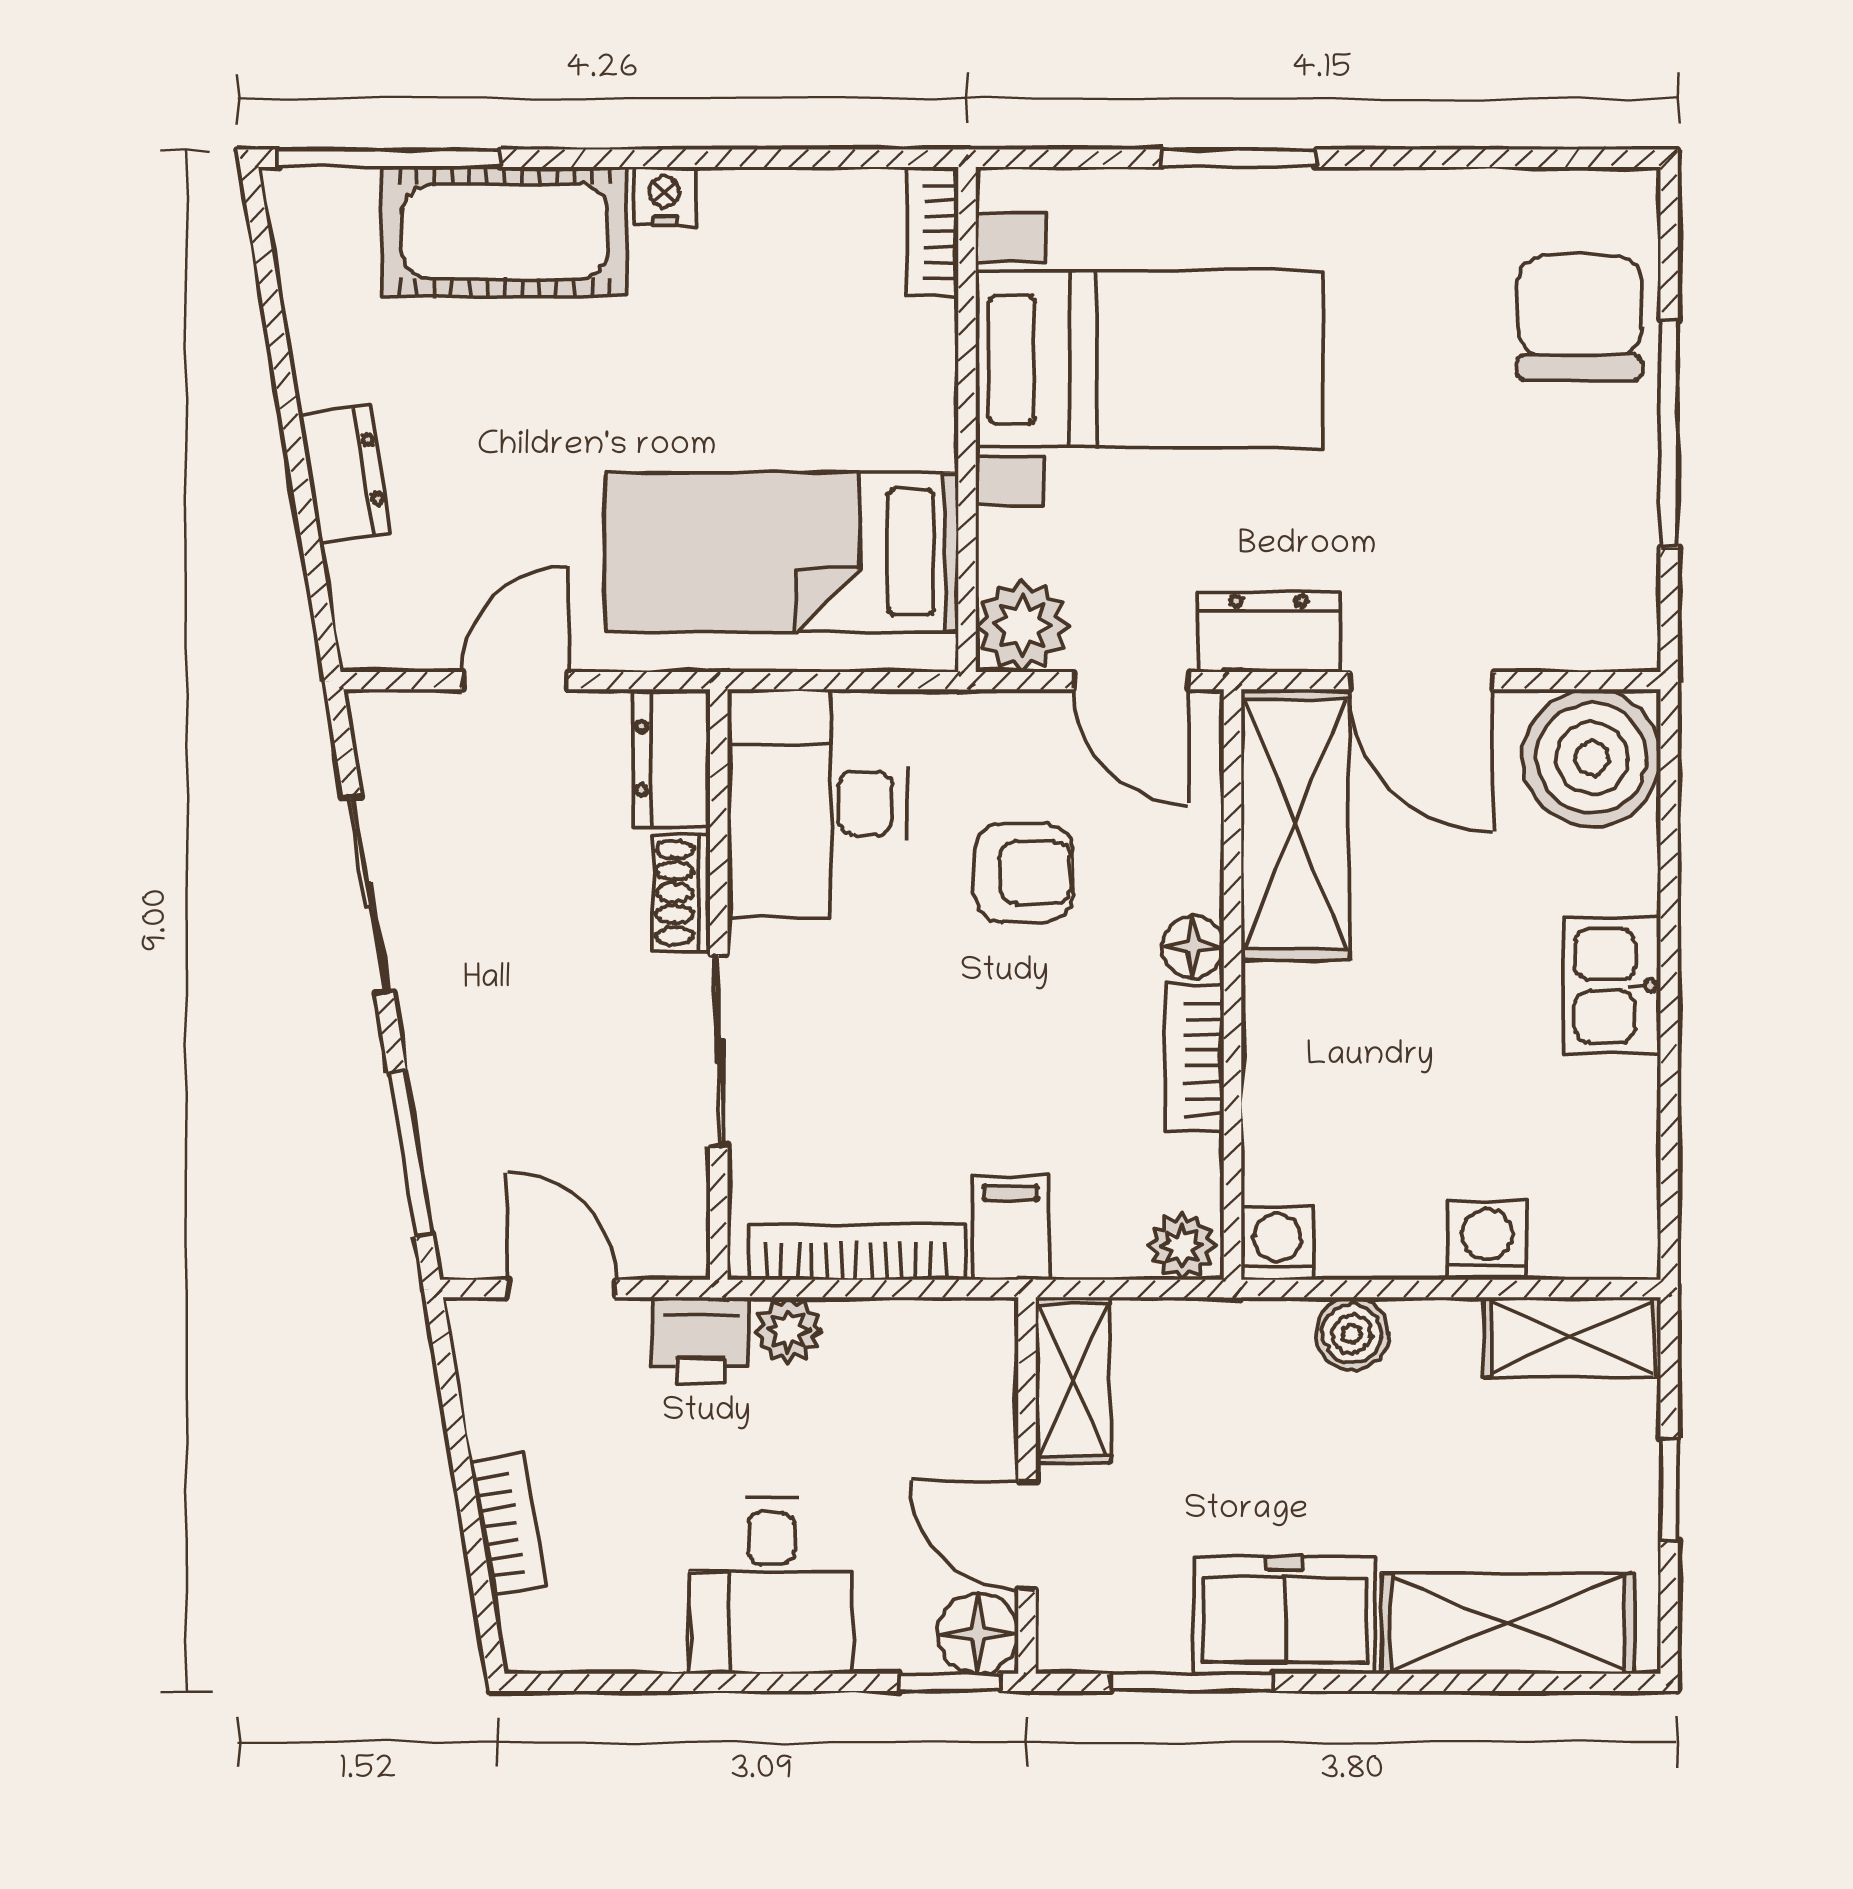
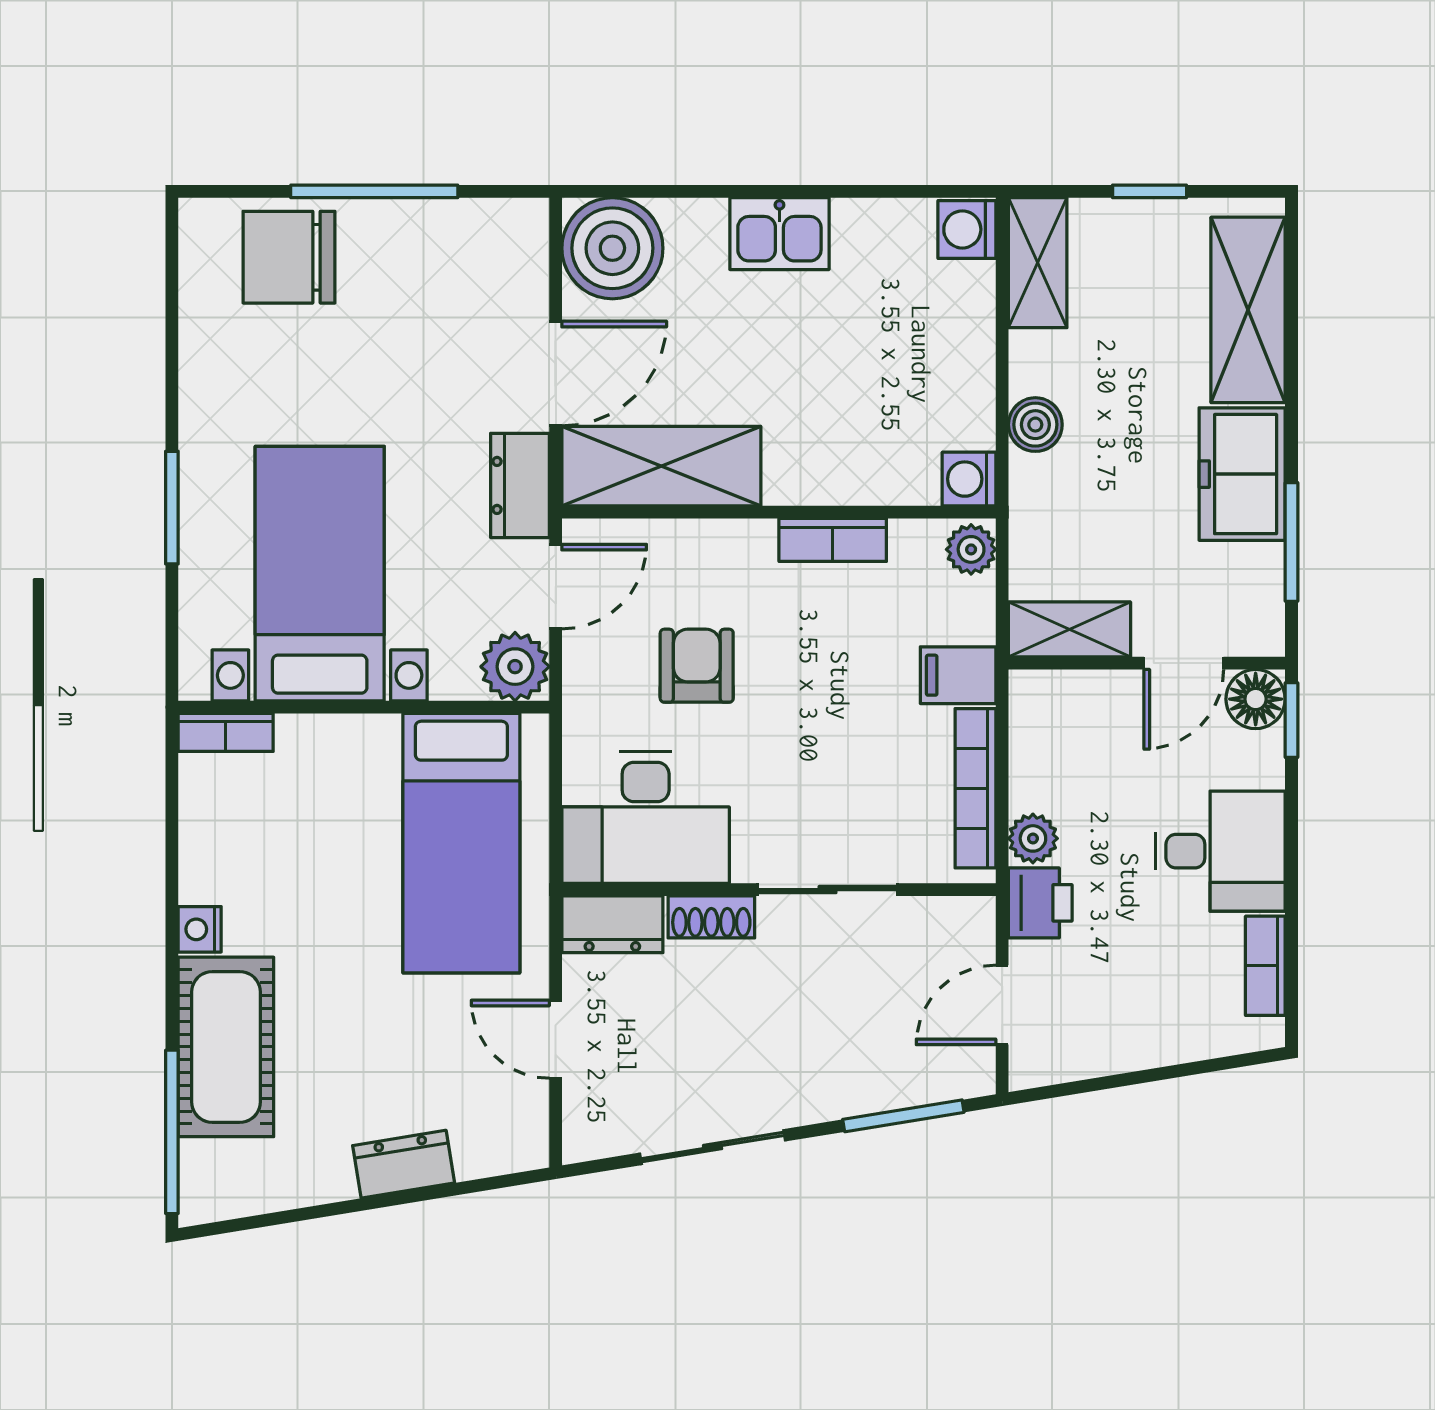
floor lamp: (1193, 947) -> (751, 541), removed
washing machine: (1487, 1241) -> (967, 229), moved
bookcase: (507, 1524) -> (1265, 966), moved, turned -81

